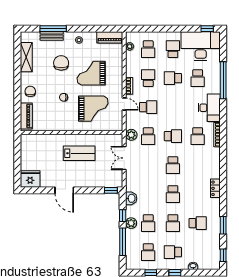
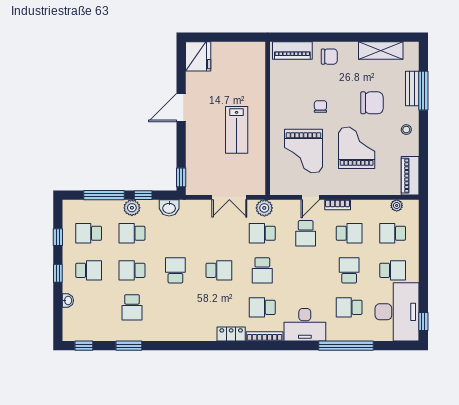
double door: (124, 158) -> (229, 197), swing flipped
school desk: (173, 165) -> (219, 270), turned 180
locker: (215, 188) -> (231, 334), moved
school desk: (173, 194) -> (175, 270), turned 90
school desk: (173, 252) -> (89, 270), turned 90

